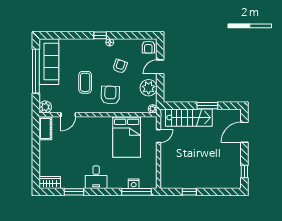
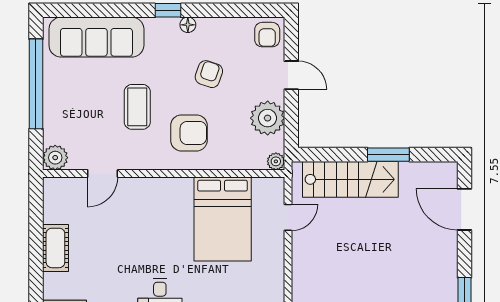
sofa: (49, 62) -> (96, 37), moved, turned 90
door: (160, 67) -> (291, 75), swing flipped
armchair: (110, 95) -> (189, 133), turned 88
cot: (45, 128) -> (55, 248), moved
door: (244, 132) -> (464, 209), hinge flipped

